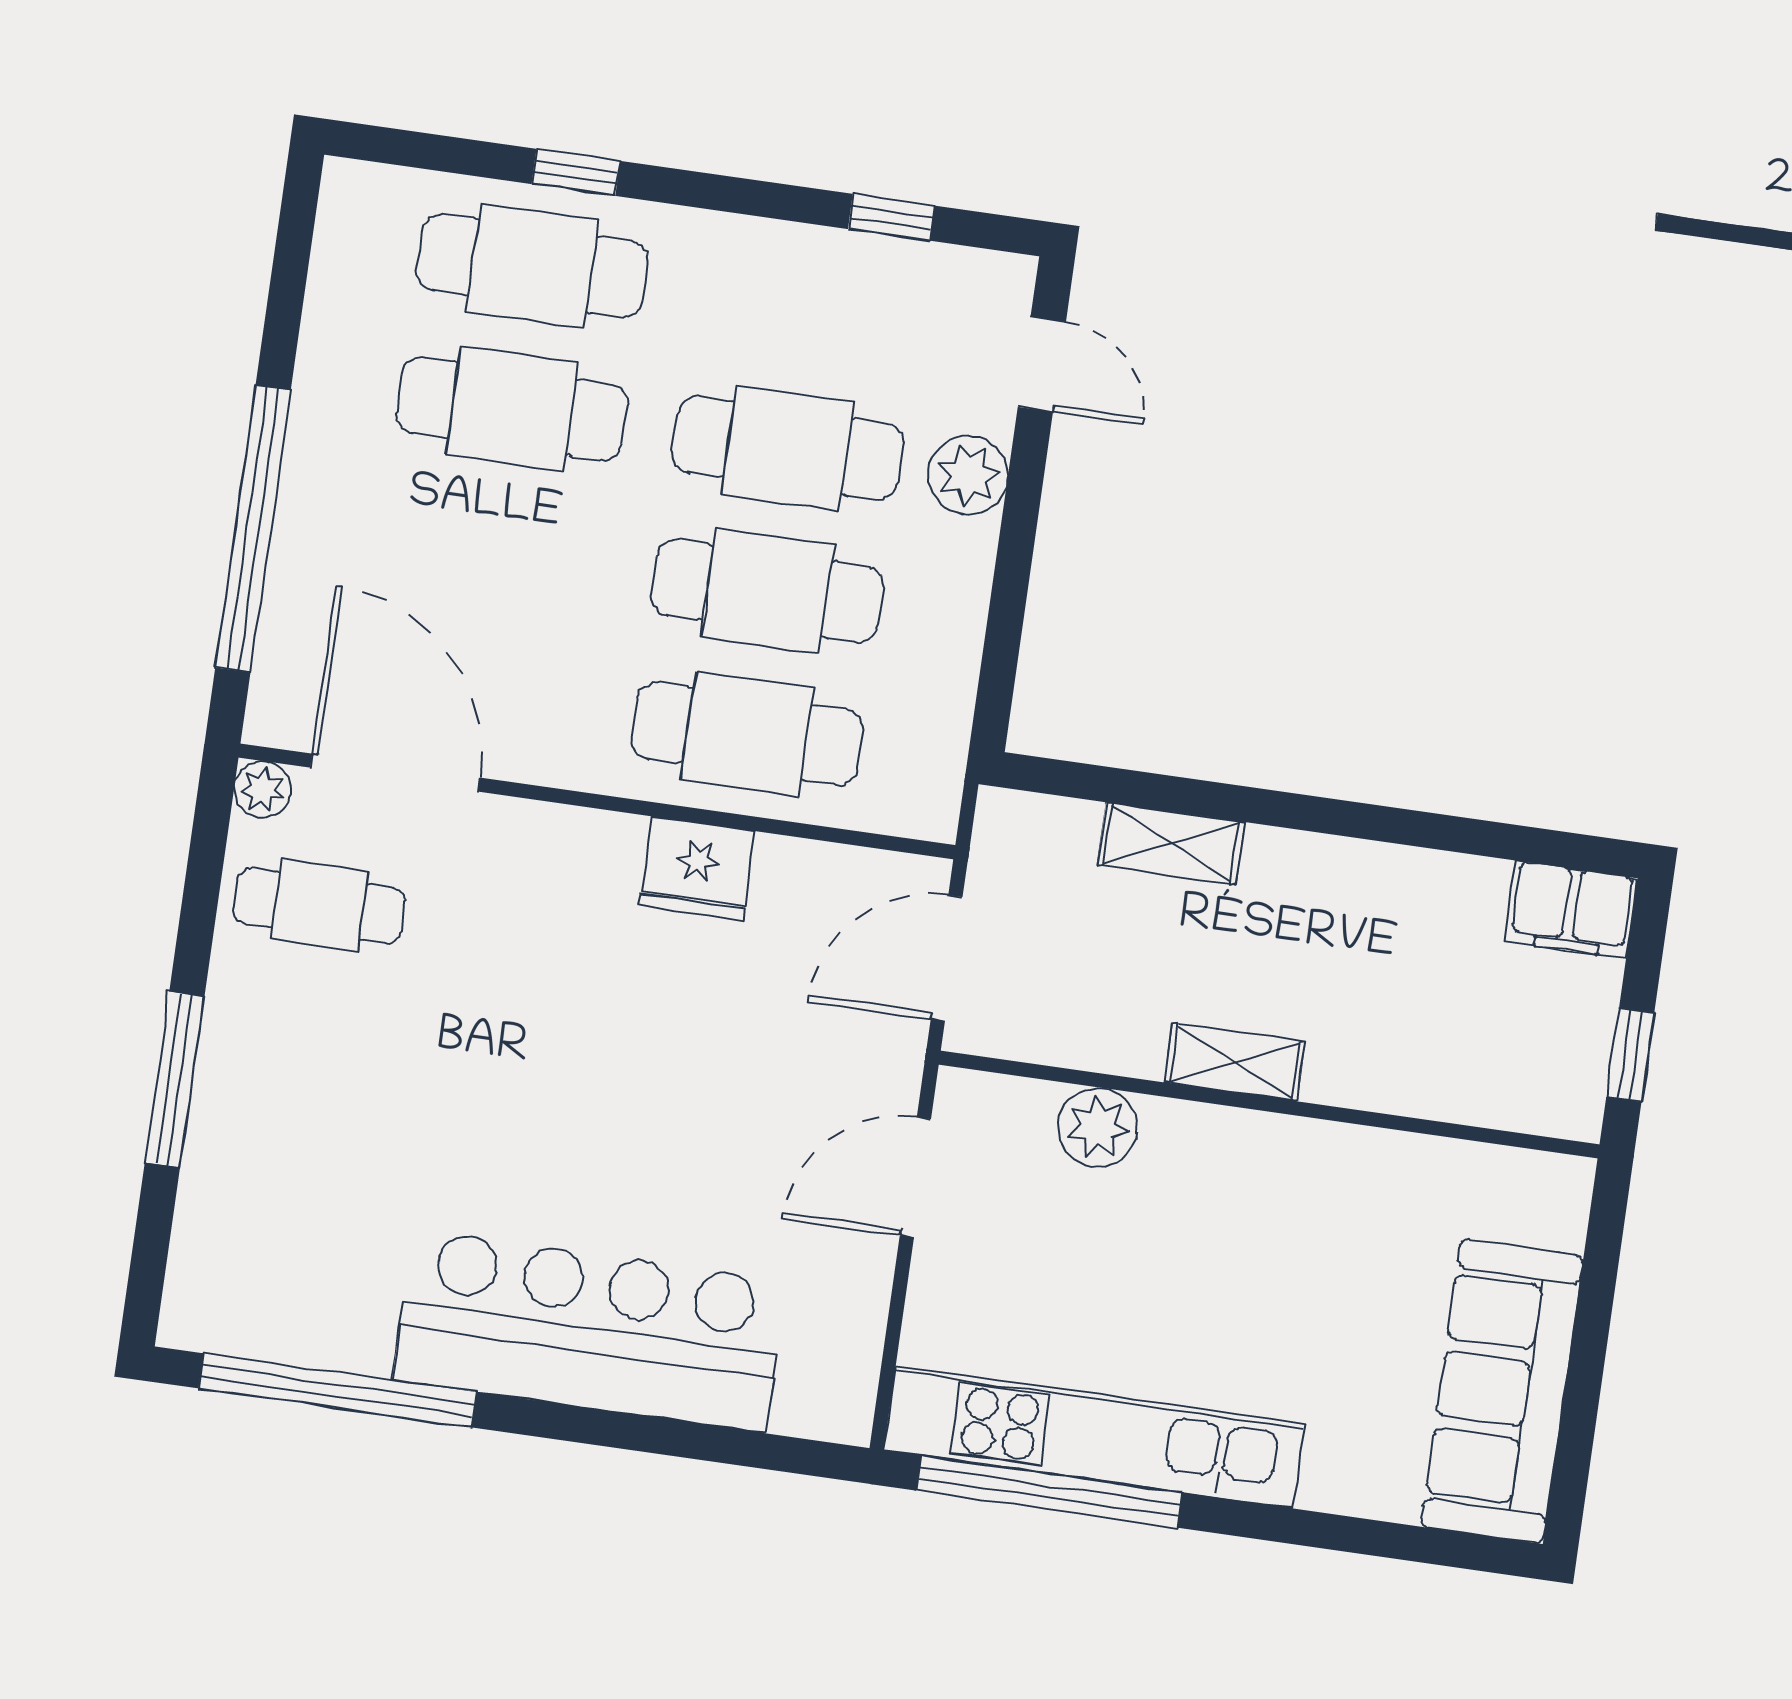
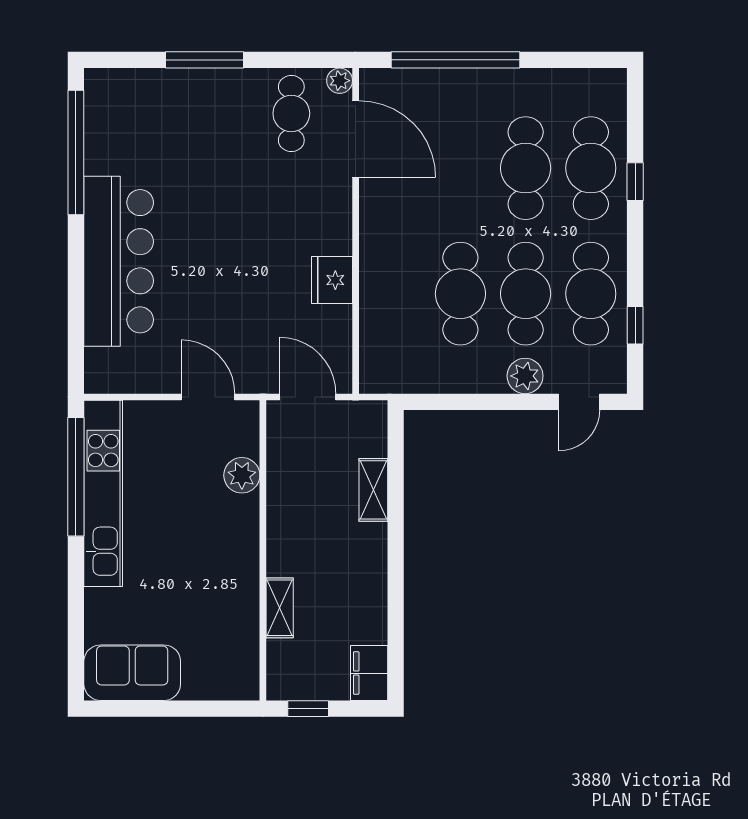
cafe table: (747, 734) -> (591, 294), moved
door: (395, 773) -> (356, 139), hinge flipped
shelving: (1235, 1062) -> (280, 608), moved
sofa: (1502, 1391) -> (132, 673), width x0.73

